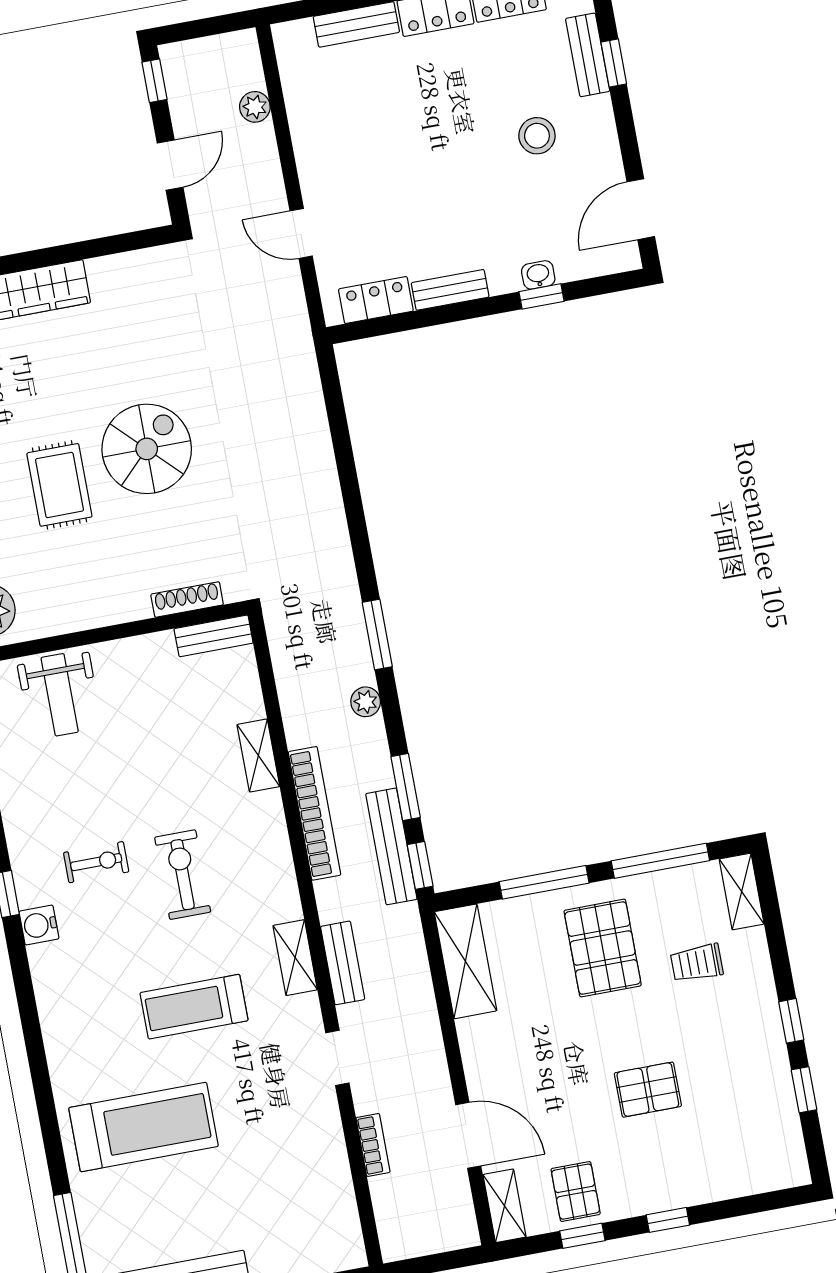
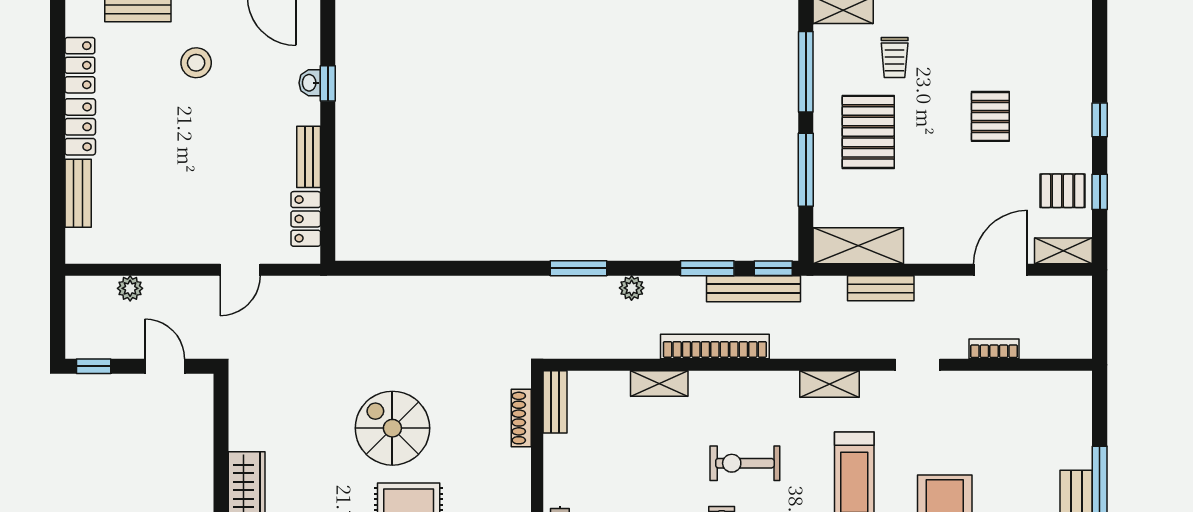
pallet: (603, 948) -> (868, 132), turned 90
bench: (343, 963) -> (881, 288), moved

